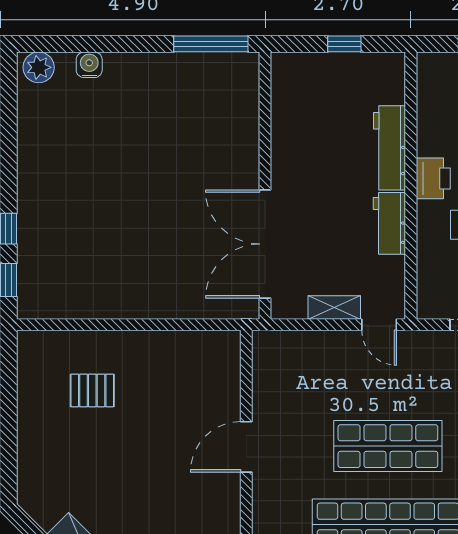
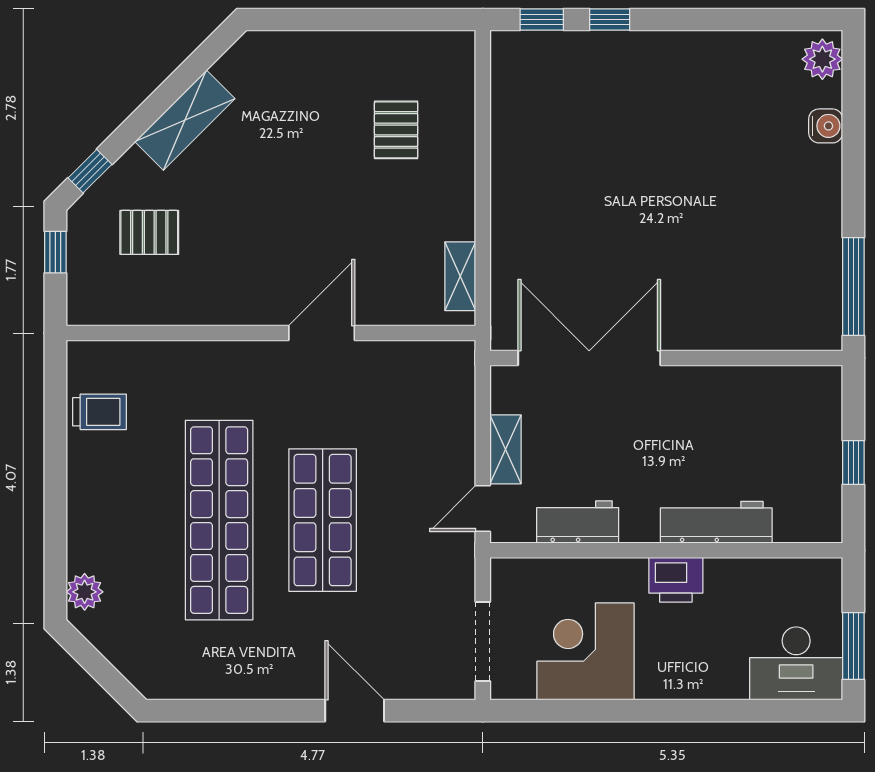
workbench: (389, 223) -> (578, 522), moved
shelving: (203, 342) -> (460, 276), added
door: (246, 447) -> (322, 333), hinge flipped

